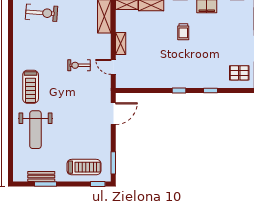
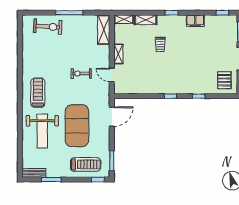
trolley: (183, 32) -> (160, 44), moved
pallet: (239, 73) -> (224, 80), turned 90
treadmill: (31, 87) -> (38, 93), turned 180
exercise mat: (74, 124) -> (77, 126), added
bench: (41, 177) -> (34, 173), moved

